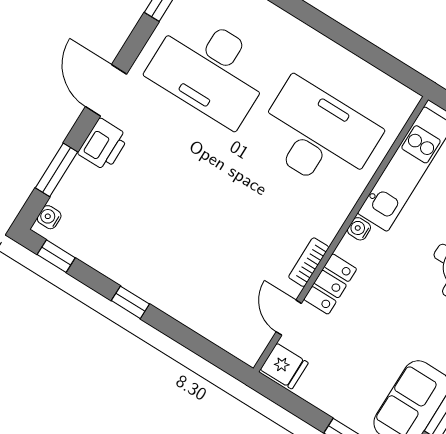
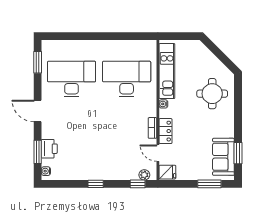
desk: (210, 69) -> (72, 79), turned 180
printer: (103, 145) -> (49, 149), moved
window: (56, 256) -> (138, 184), moved
plant: (236, 344) -> (144, 175), added

